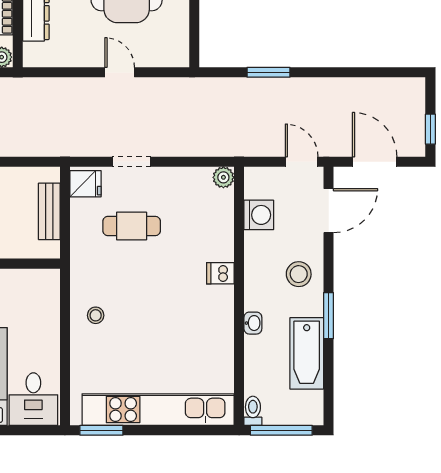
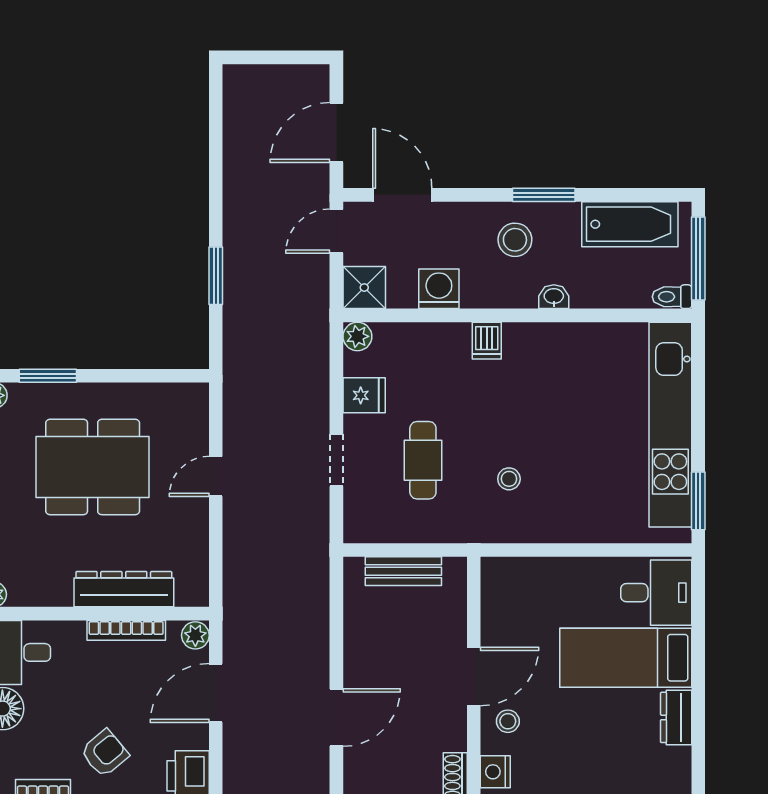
window: (430, 129) -> (292, 57), removed
shower: (260, 182) -> (364, 288), added
fridge: (86, 184) -> (364, 395), moved, turned 90
washing machine: (259, 215) -> (439, 289), moved
stool: (299, 274) -> (515, 240), moved
stool: (96, 315) -> (509, 479), moved
bathtub: (307, 353) -> (630, 224), moved

